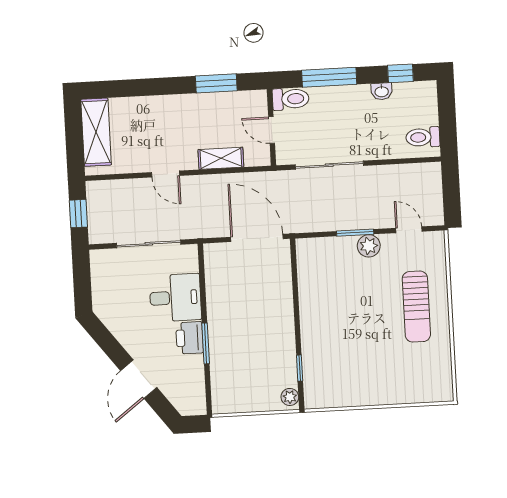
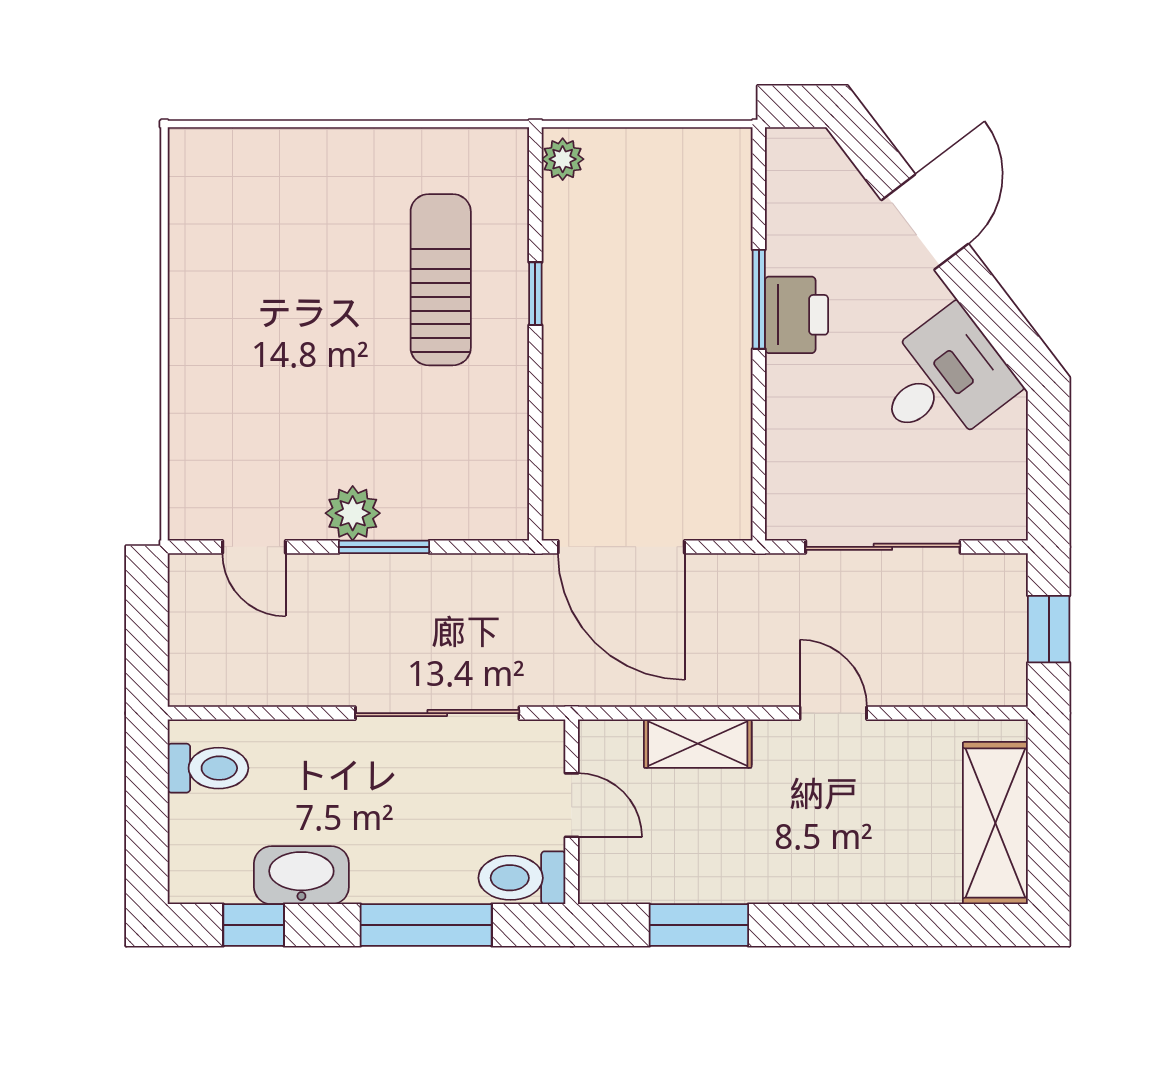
washbasin: (382, 91) -> (301, 875), width x1.91, depth x1.45
desk: (175, 298) -> (943, 380), moved, turned 143
sun lounger: (416, 307) -> (441, 280), moved
window: (300, 368) -> (535, 294), moved

